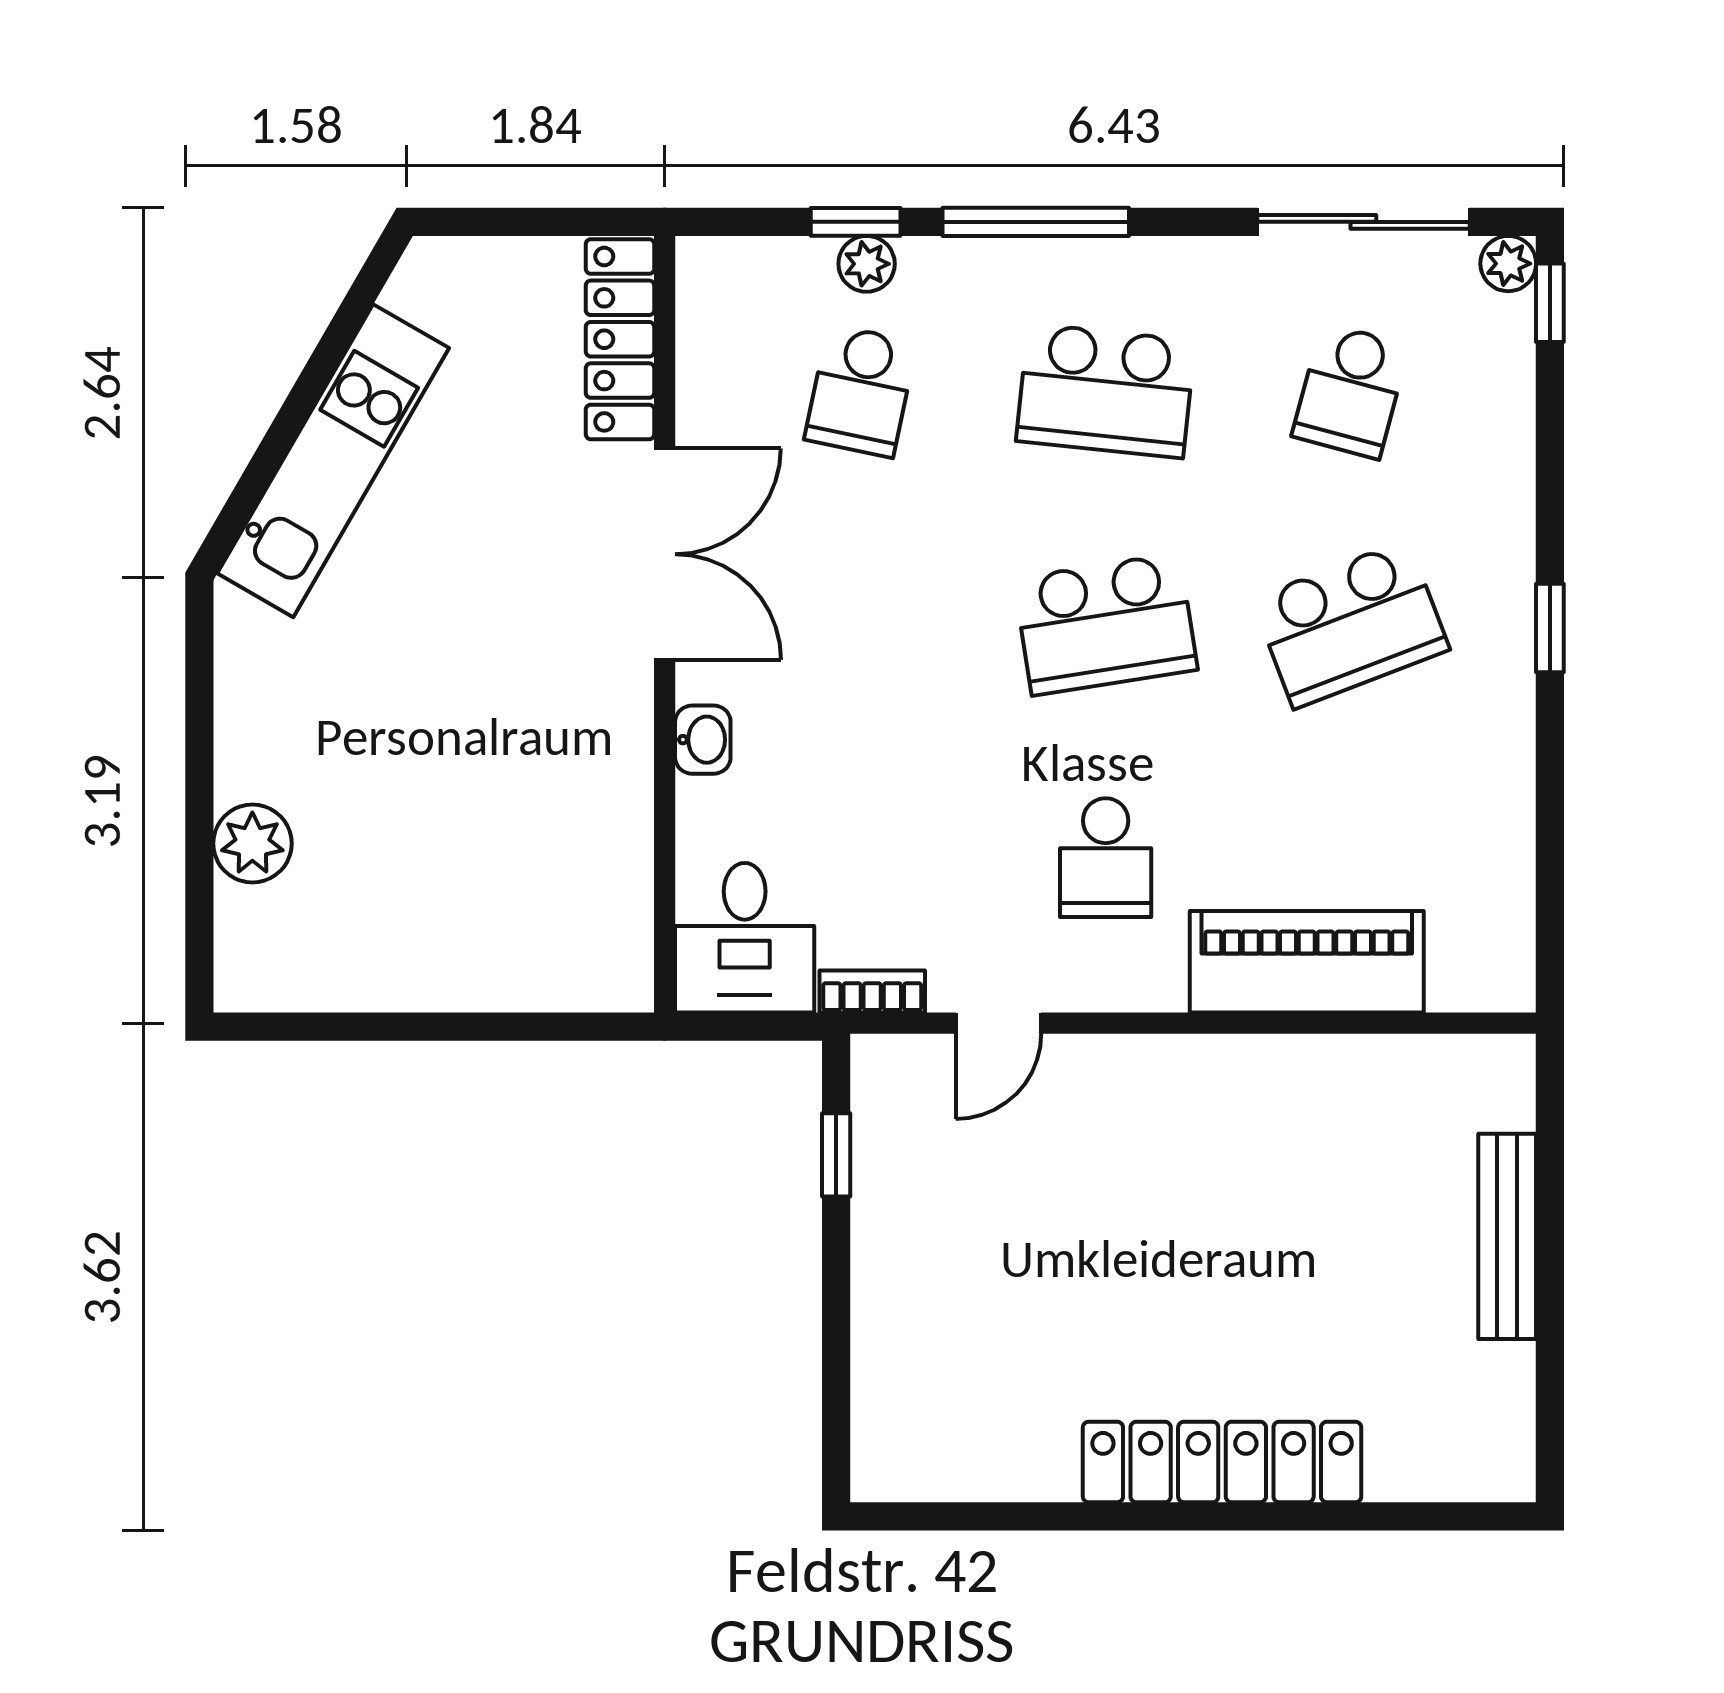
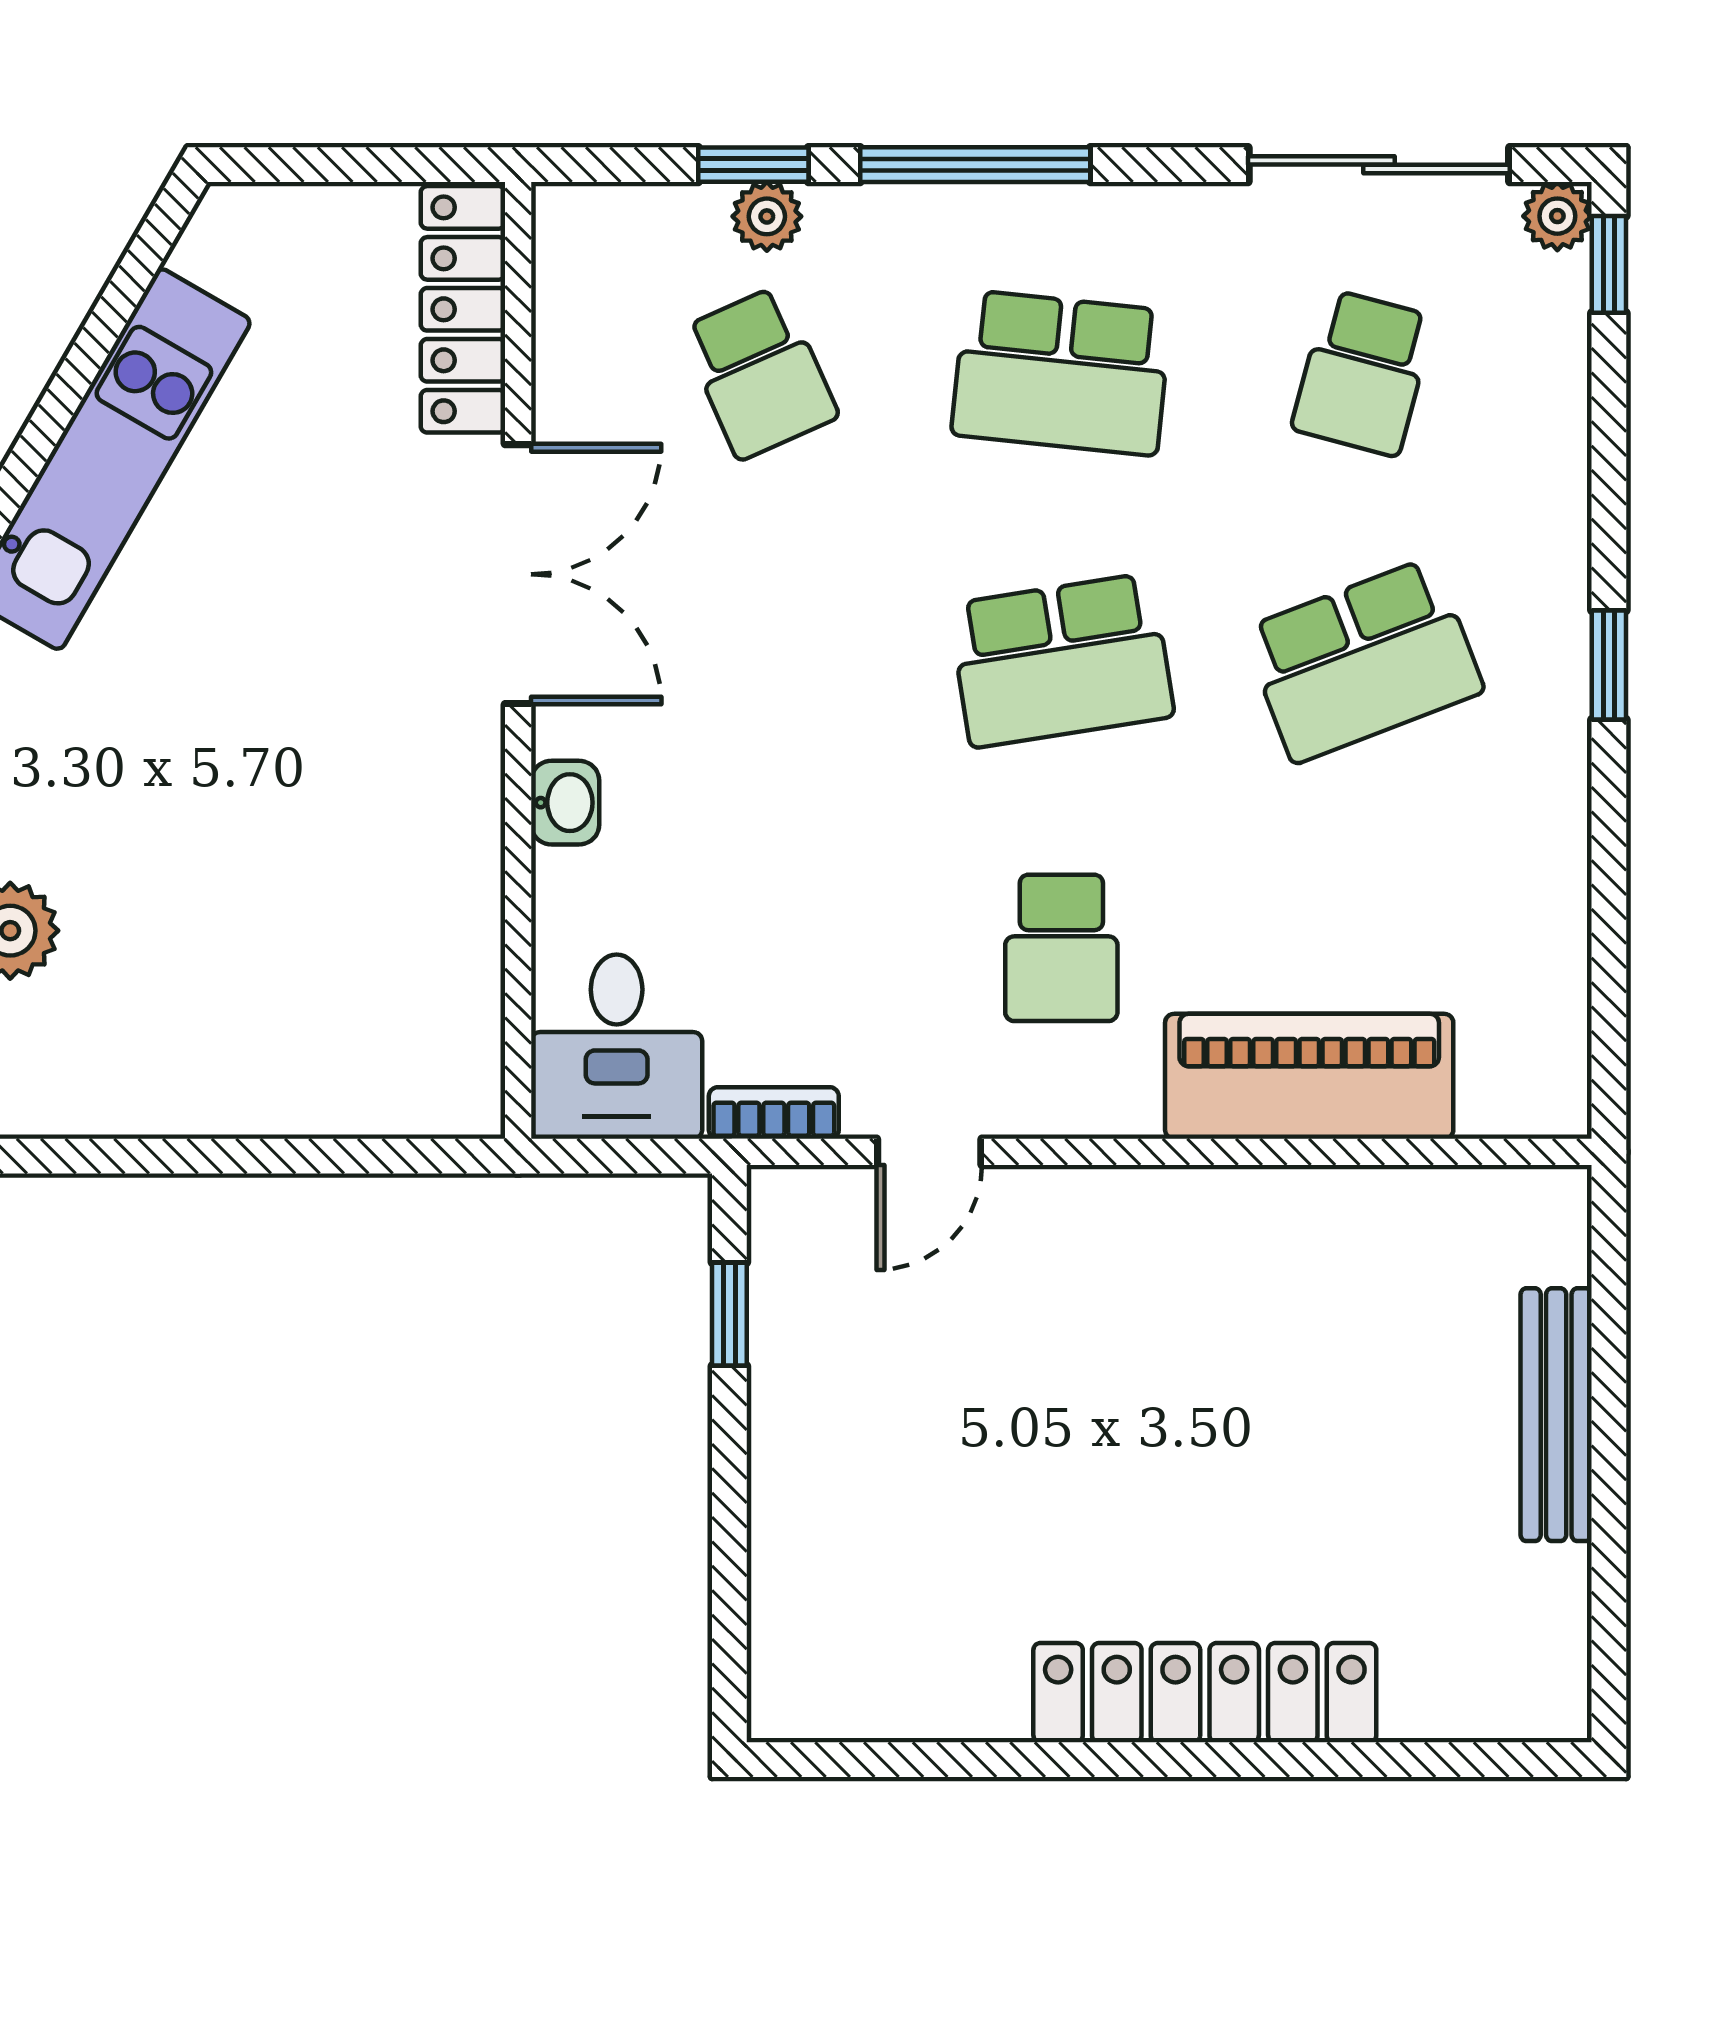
school desk: (861, 391) -> (760, 373), turned -36

